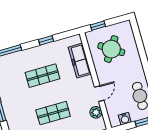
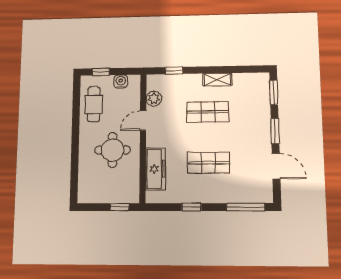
round table: (111, 49) -> (112, 150), moved, turned -33

